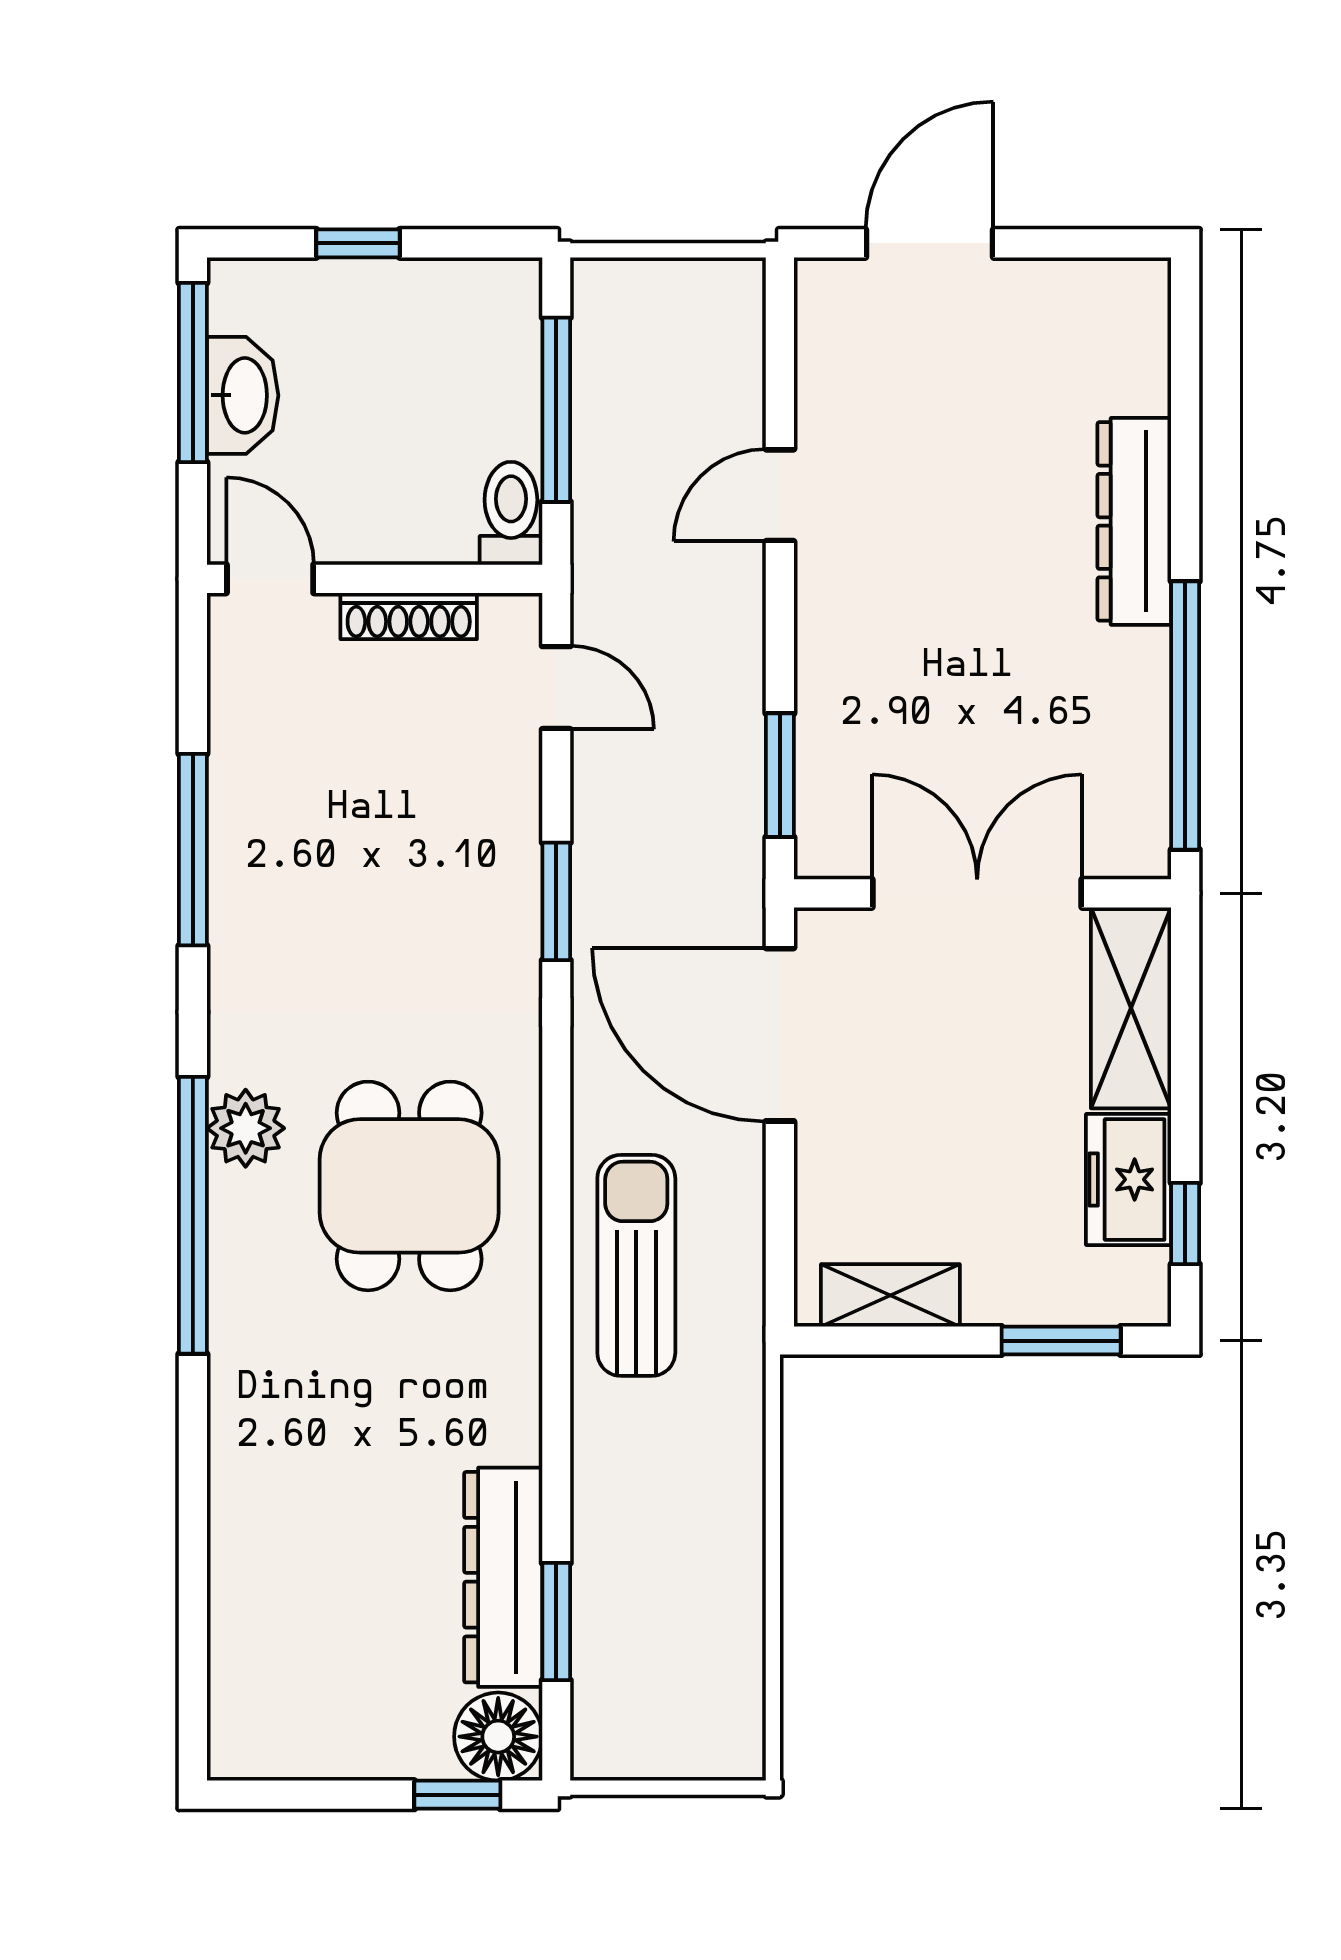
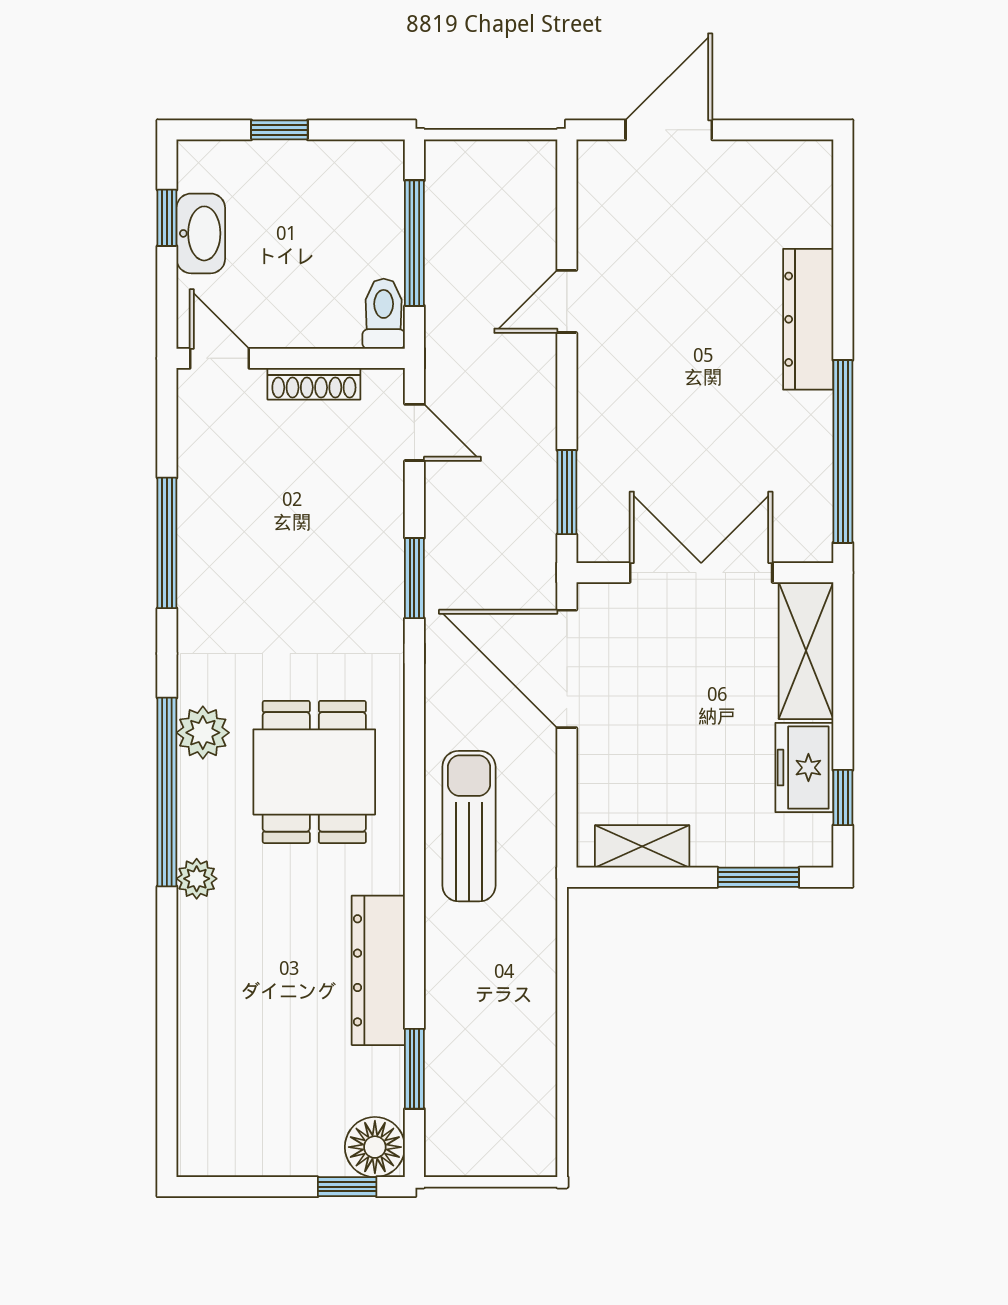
window: (193, 373) -> (167, 218), width x0.46
plant: (237, 1343) -> (197, 879), added
dresser: (503, 1577) -> (378, 970), moved

